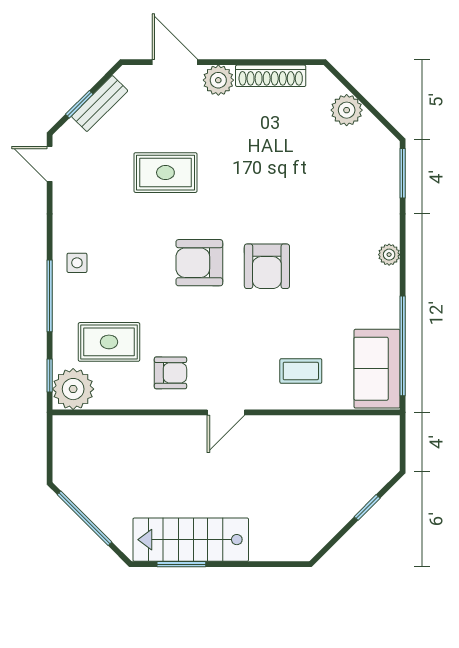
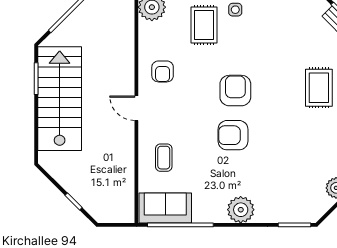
rug: (165, 173) -> (319, 88), moved
plant: (389, 255) -> (241, 210), width x1.87, depth x1.87
rug: (109, 342) -> (204, 25), moved
stairs: (191, 540) -> (60, 99), width x1.36, depth x1.51

